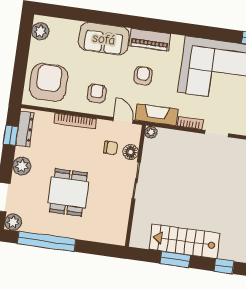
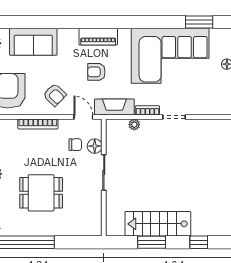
sofa: (104, 39) -> (33, 42), moved
armchair: (143, 76) -> (96, 72), turned -90
armchair: (97, 93) -> (55, 95), turned 134
plant: (151, 132) -> (134, 125), moved
dining table: (68, 192) -> (41, 193), turned 90

